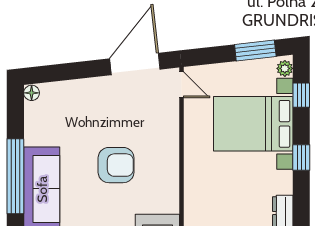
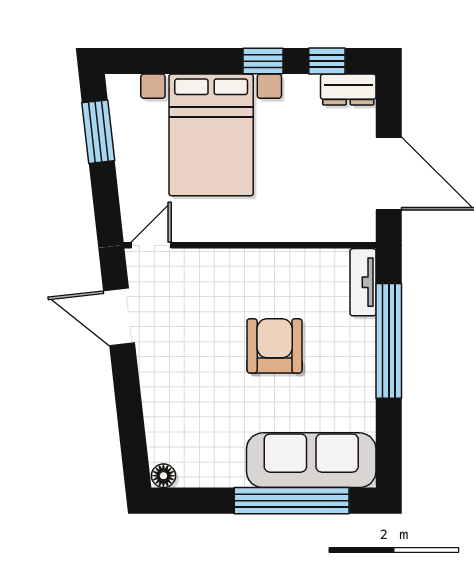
door: (135, 64) -> (119, 317), width x0.73
plant: (285, 68) -> (126, 86), removed
window: (301, 95) -> (327, 61), moved

